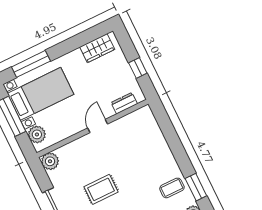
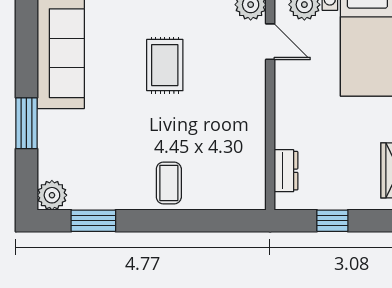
door: (98, 126) -> (270, 42), moved
coffee table: (172, 188) -> (169, 183), moved

